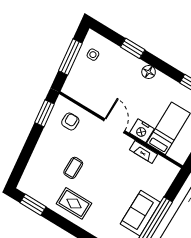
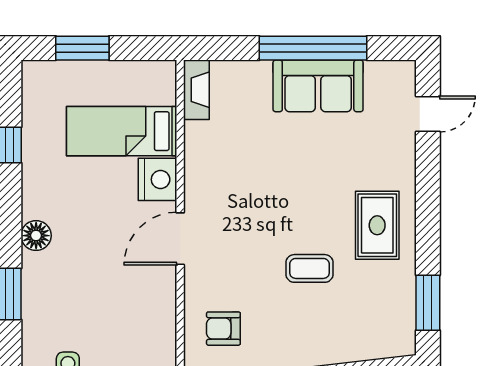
fireplace: (143, 152) -> (196, 90), moved

